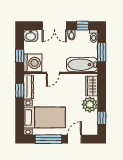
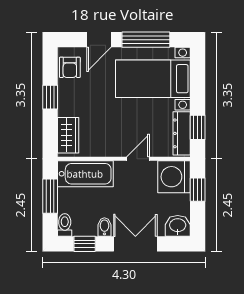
plant: (90, 105) -> (72, 102), removed
window: (102, 118) -> (50, 97), moved
armchair: (91, 124) -> (70, 67), added

